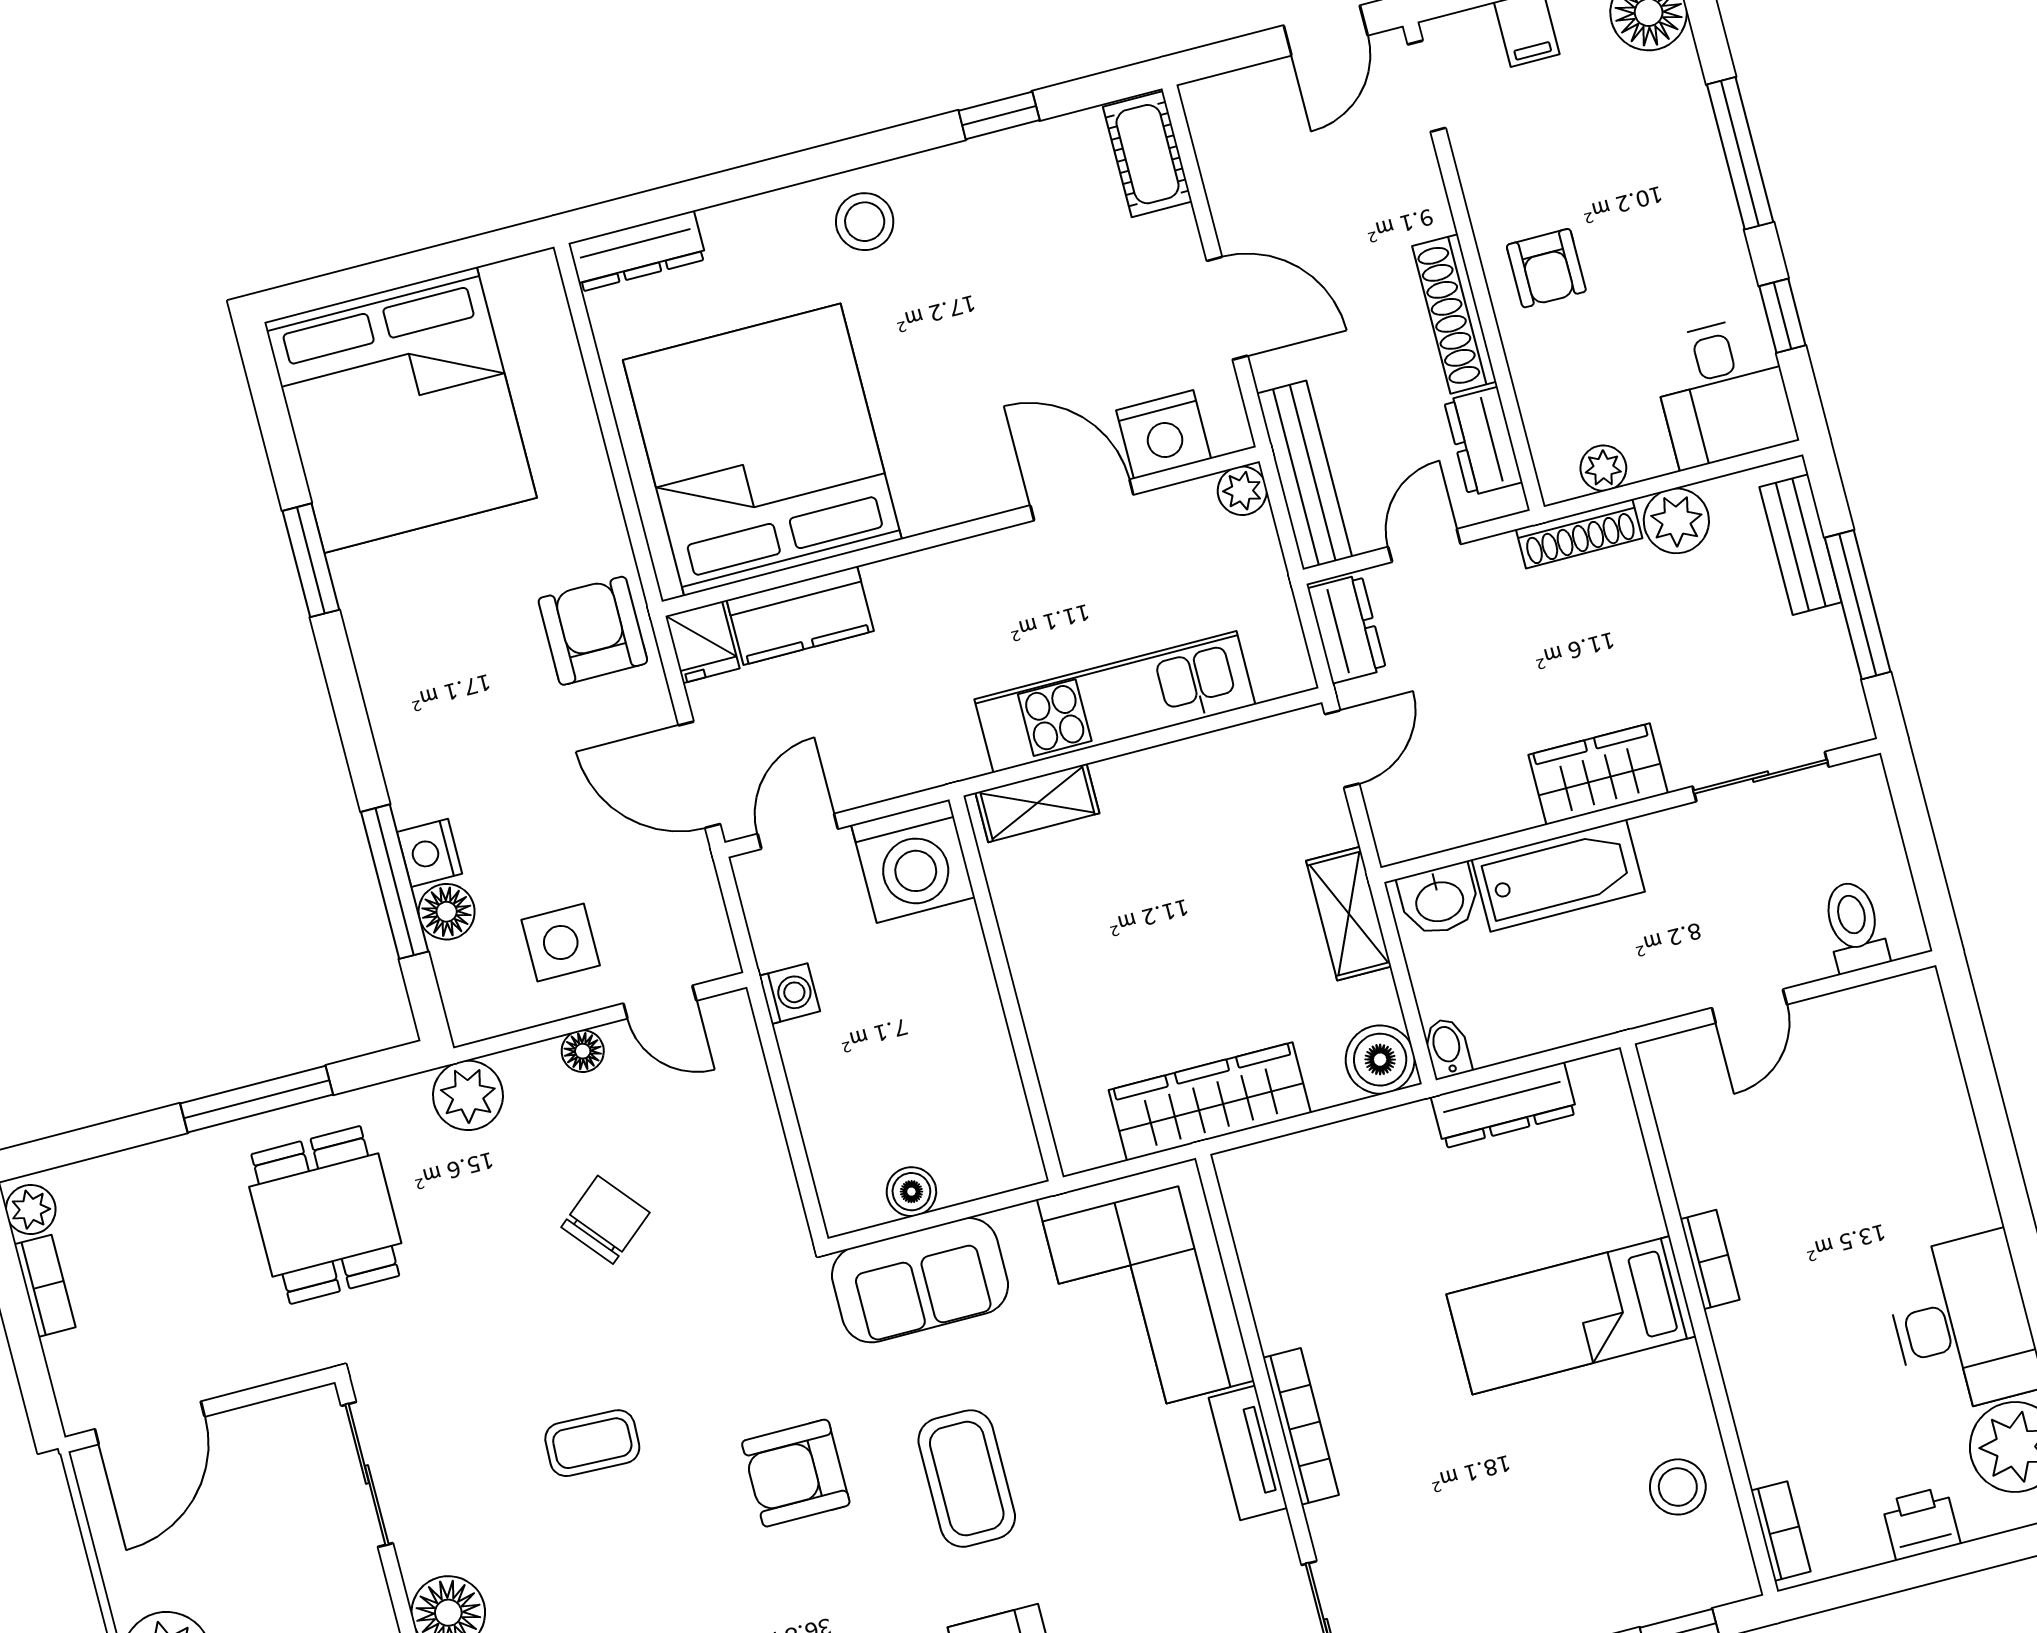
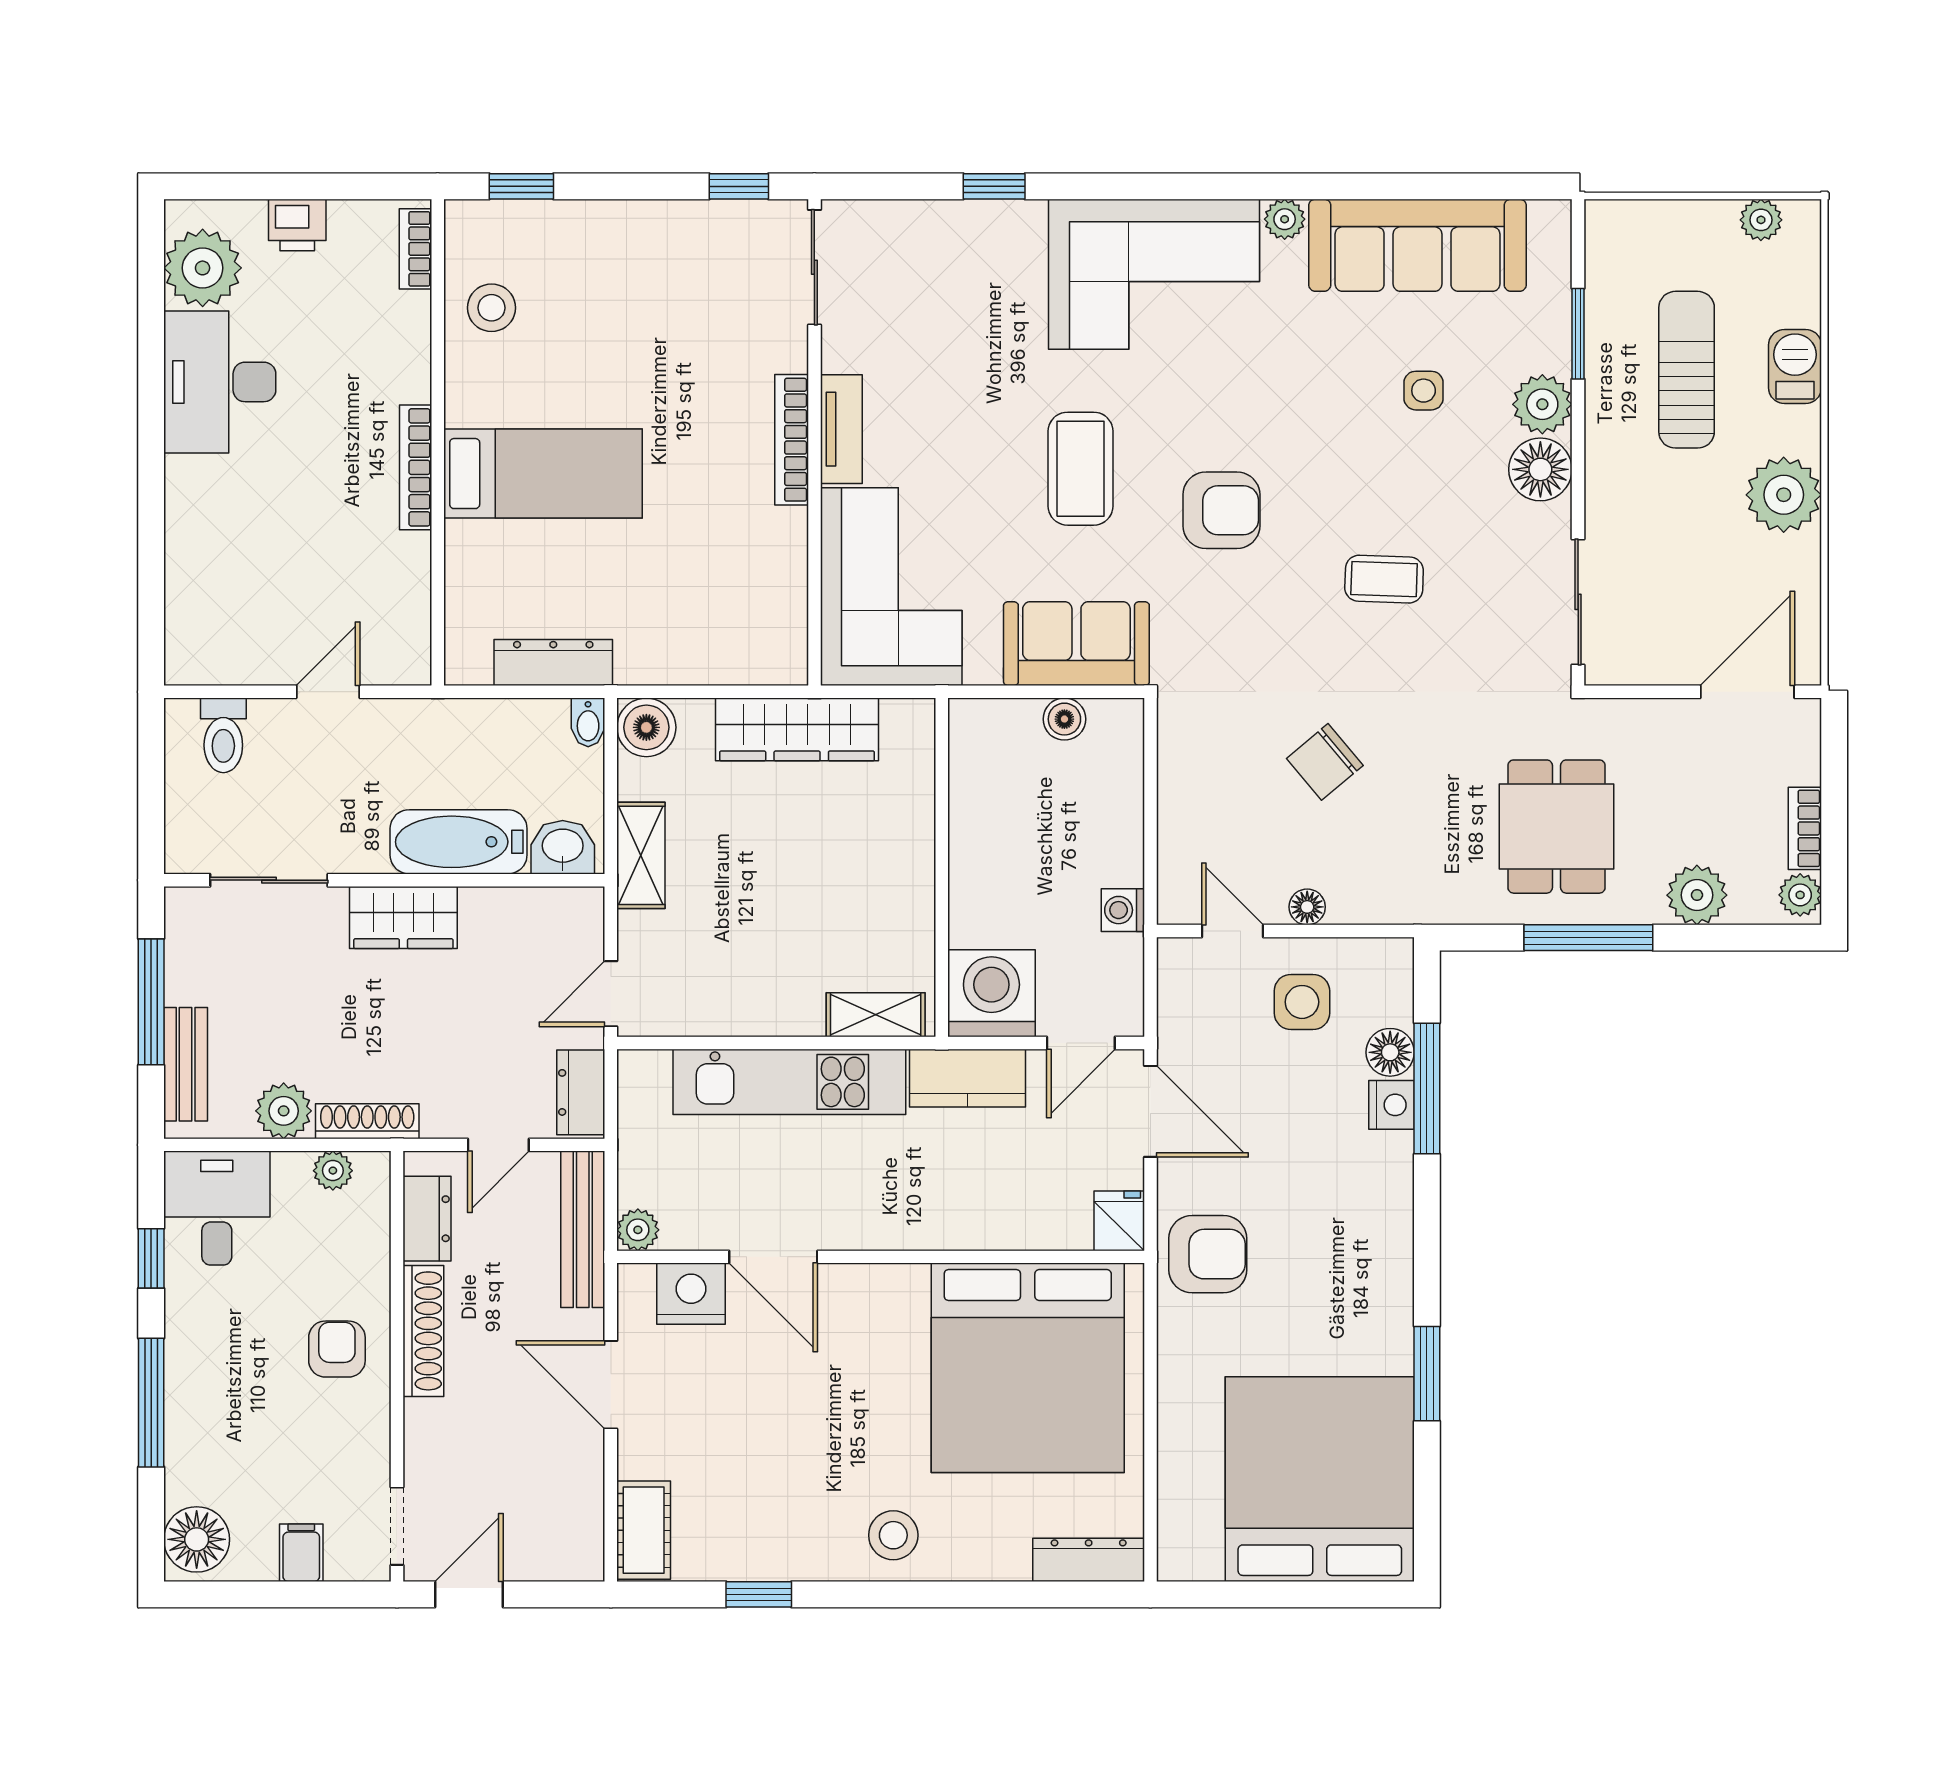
kitchen counter: (800, 616) -> (967, 1078), moved, turned 180
armchair: (593, 631) -> (1208, 1254), turned -90
plant: (468, 1095) -> (1697, 895), moved
bookcase: (1710, 1259) -> (416, 467), width x1.56

